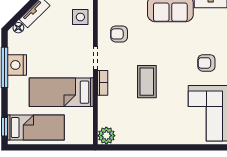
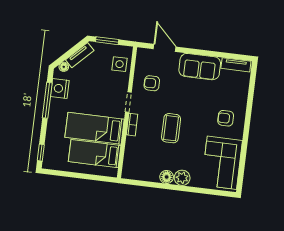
nightstand: (17, 65) -> (60, 88), moved
bed: (36, 127) -> (95, 154), moved, turned 180
plant: (106, 136) -> (182, 178), moved
floor lamp: (149, 137) -> (167, 177), added

